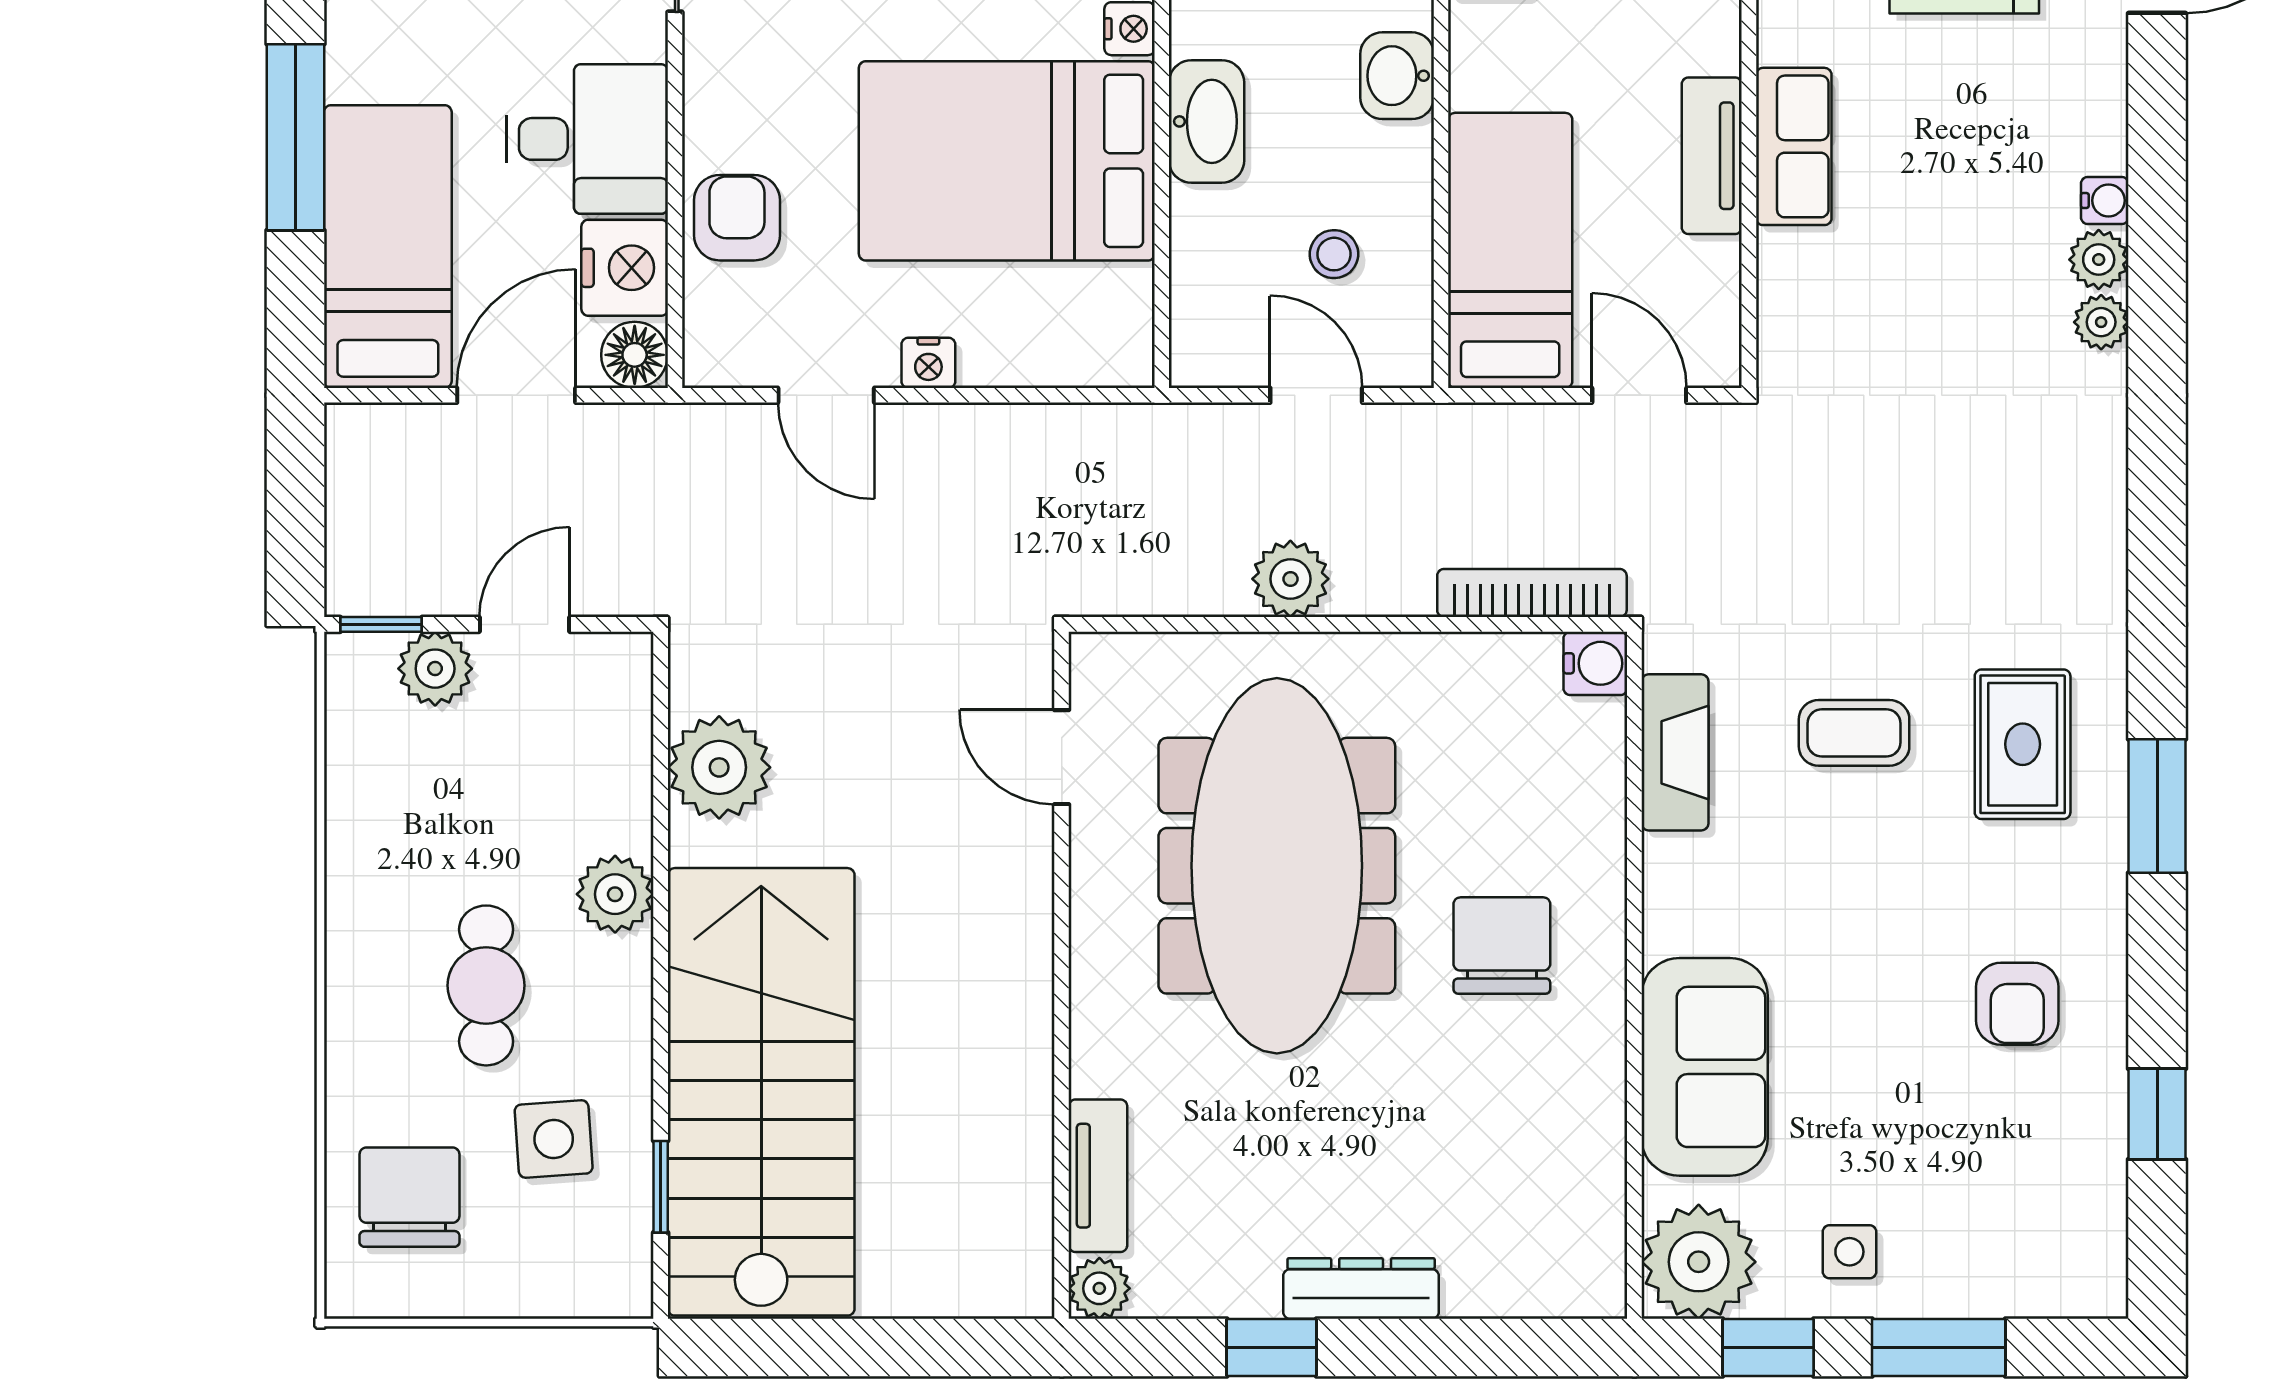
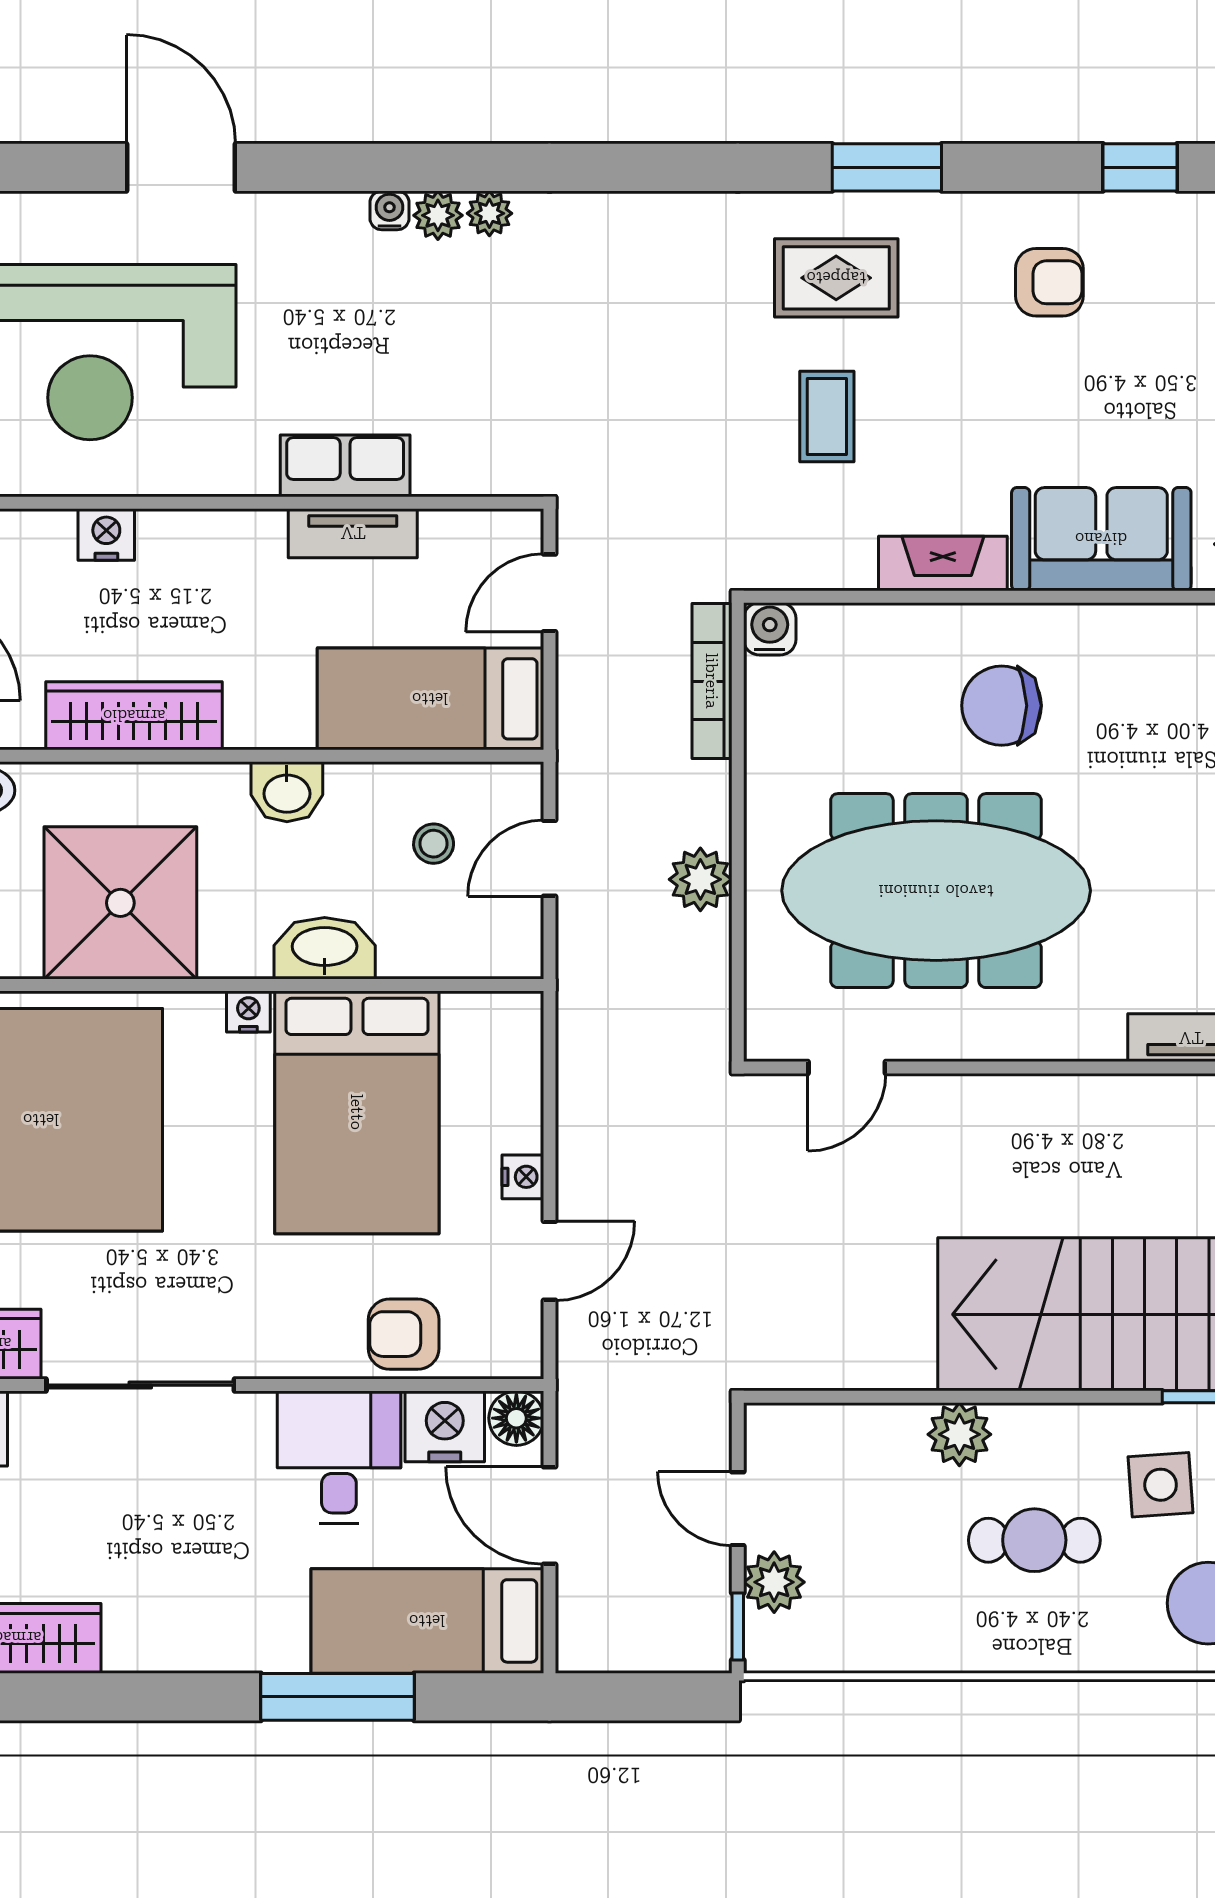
fireplace: (1675, 752) -> (943, 564), moved
plant: (719, 767) -> (855, 1349), removed

